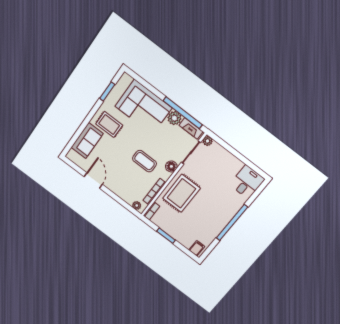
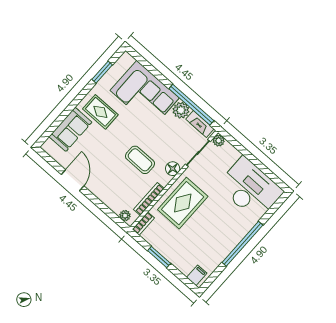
desk: (247, 182) -> (250, 189), width x1.87, depth x1.30

